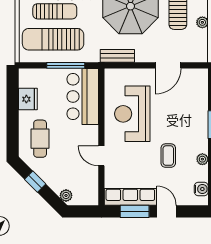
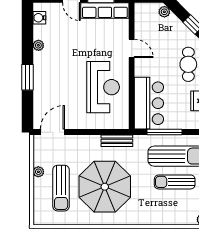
door: (168, 65) -> (52, 132), moved
coffee table: (168, 156) -> (70, 49), removed

